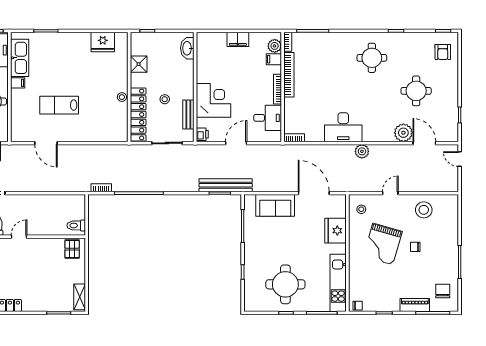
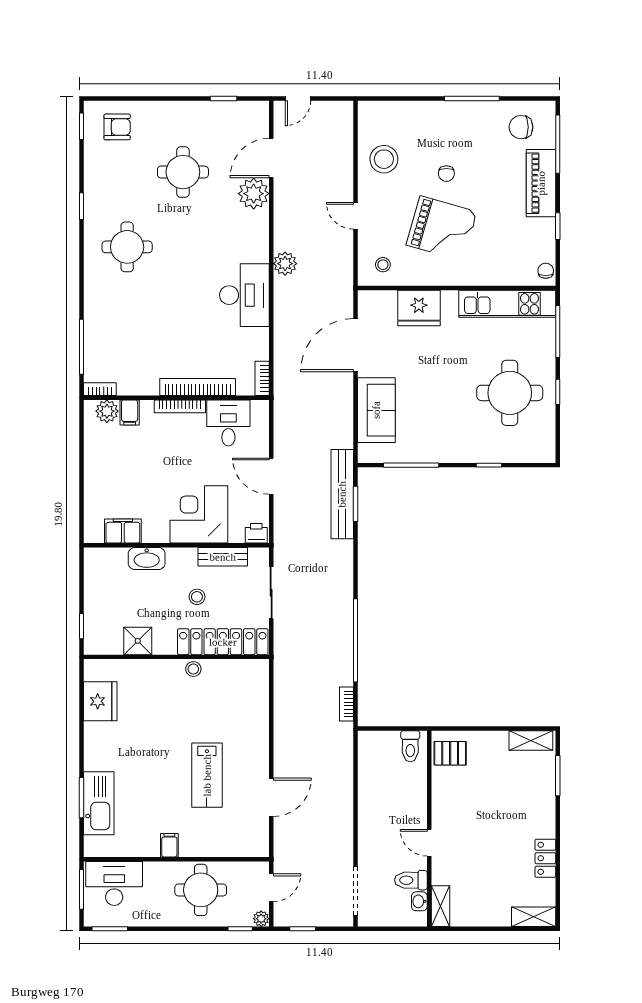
filing cabinet: (238, 39) -> (123, 531), moved, turned -90
washbasin: (187, 48) -> (147, 558), moved
kitchen sink: (20, 58) -> (99, 803), moved, turned 90
bookcase: (289, 75) -> (198, 387), moved
piano: (415, 305) -> (541, 183), width x1.37, depth x1.33

